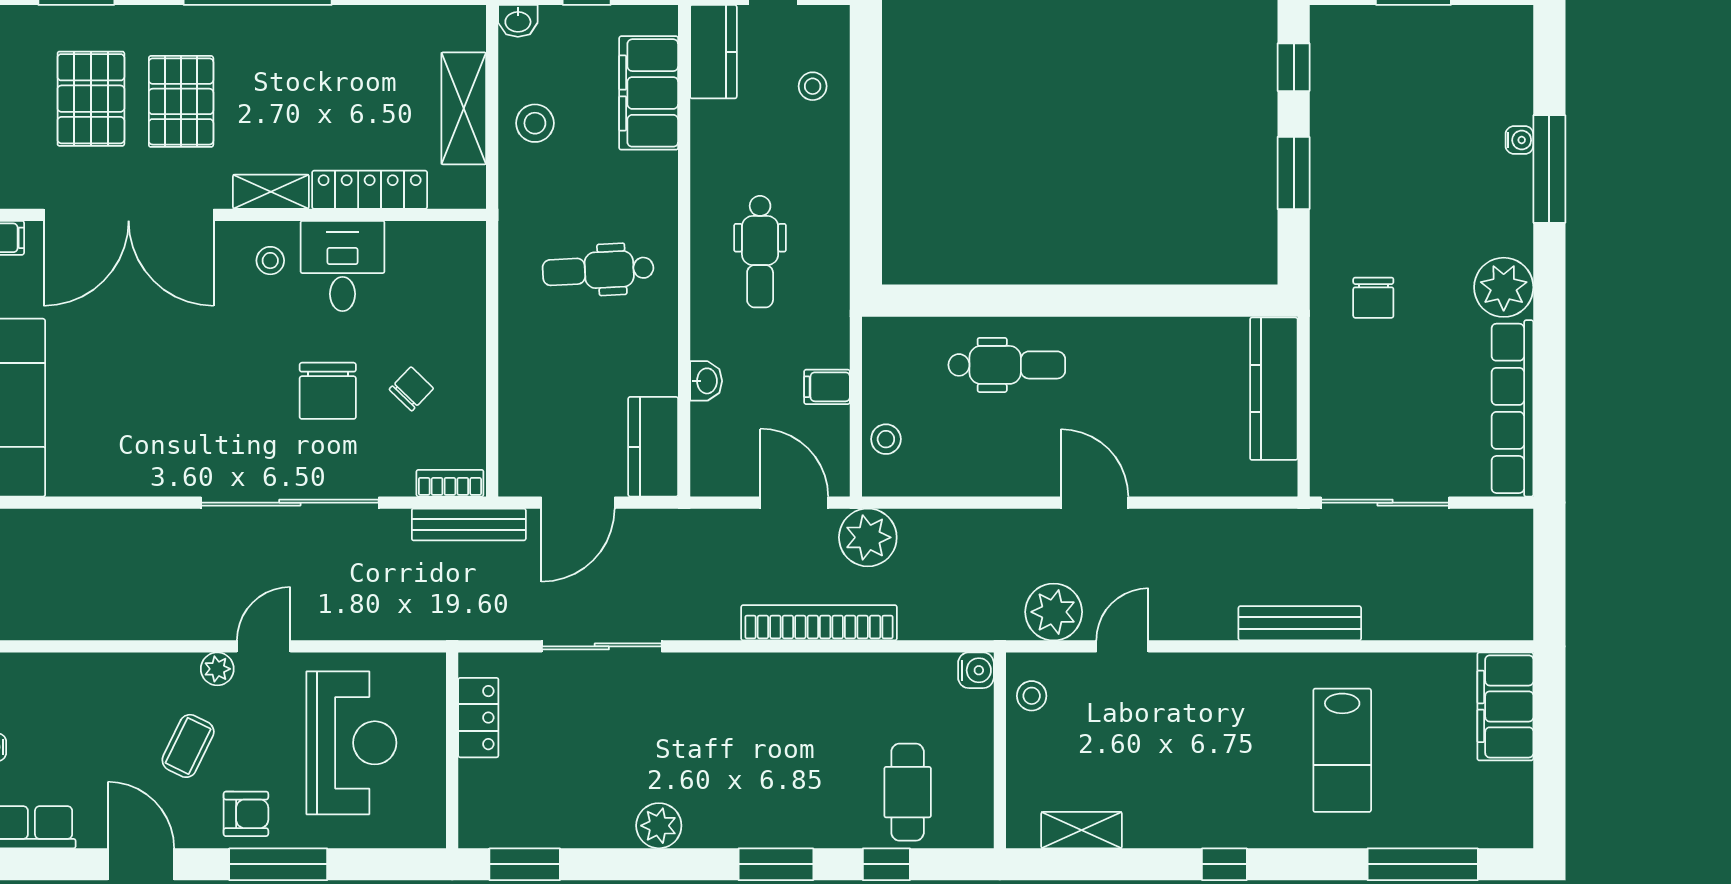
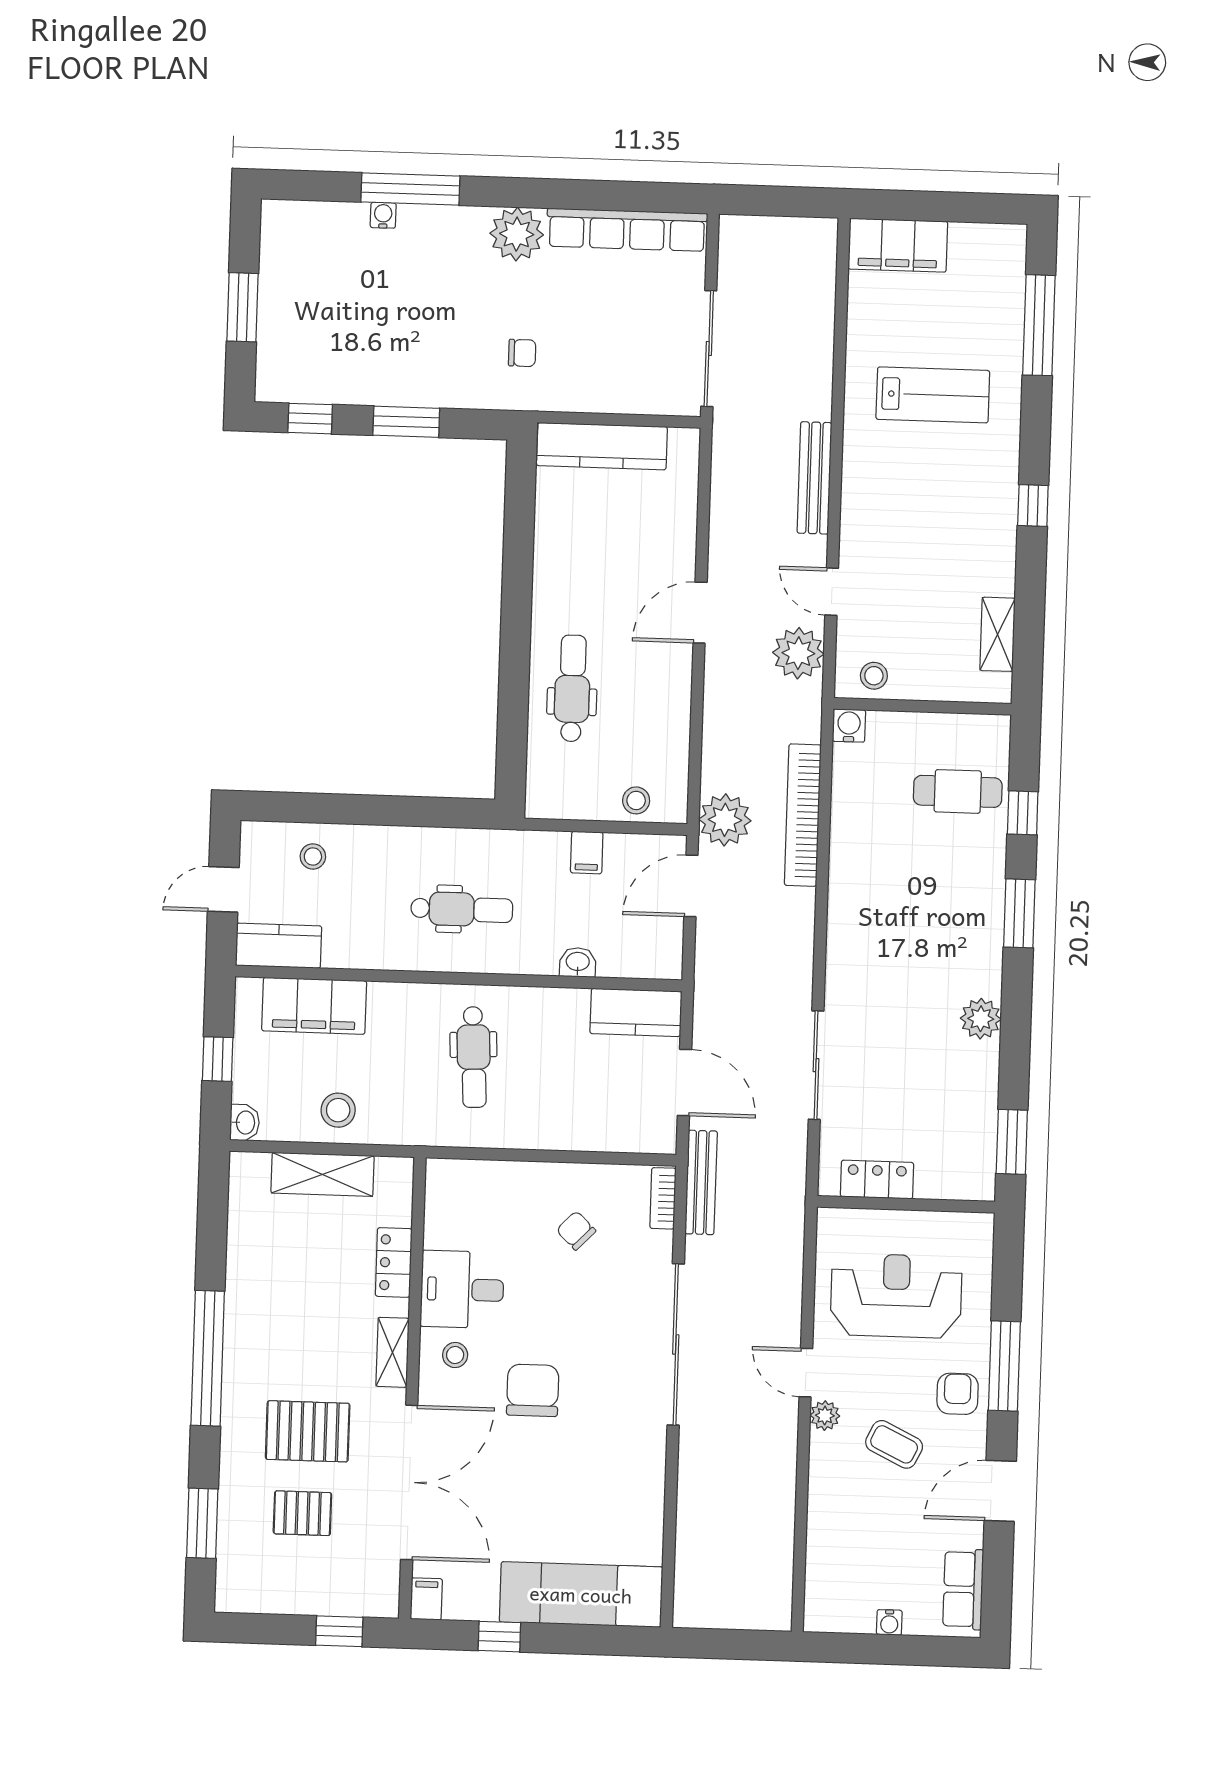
pallet: (91, 99) -> (302, 1513), width x0.67, depth x0.71
locker: (370, 190) -> (394, 1262), width x0.66
chair: (1373, 298) -> (522, 353), width x0.73, depth x0.73
chair: (328, 391) -> (533, 1390), moved, turned -90
bookcase: (819, 623) -> (803, 815), moved
bench: (1300, 623) -> (814, 478), moved

